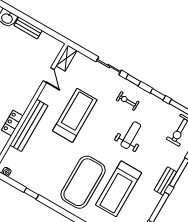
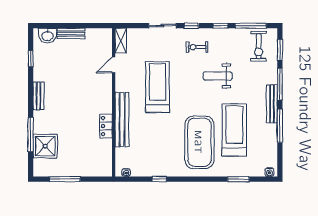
door: (49, 75) -> (114, 65), swing flipped
weight bench: (131, 135) -> (218, 76), turned -90
bench: (165, 181) -> (272, 104), width x1.36
treadmill: (119, 189) -> (234, 130), turned 180

